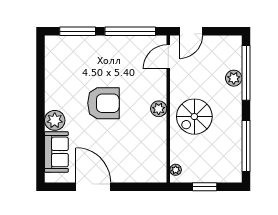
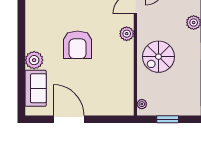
armchair: (103, 103) -> (78, 45), turned 90
plant: (159, 109) -> (127, 34), moved

